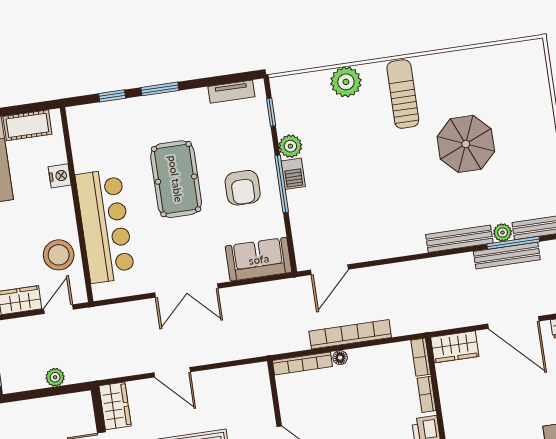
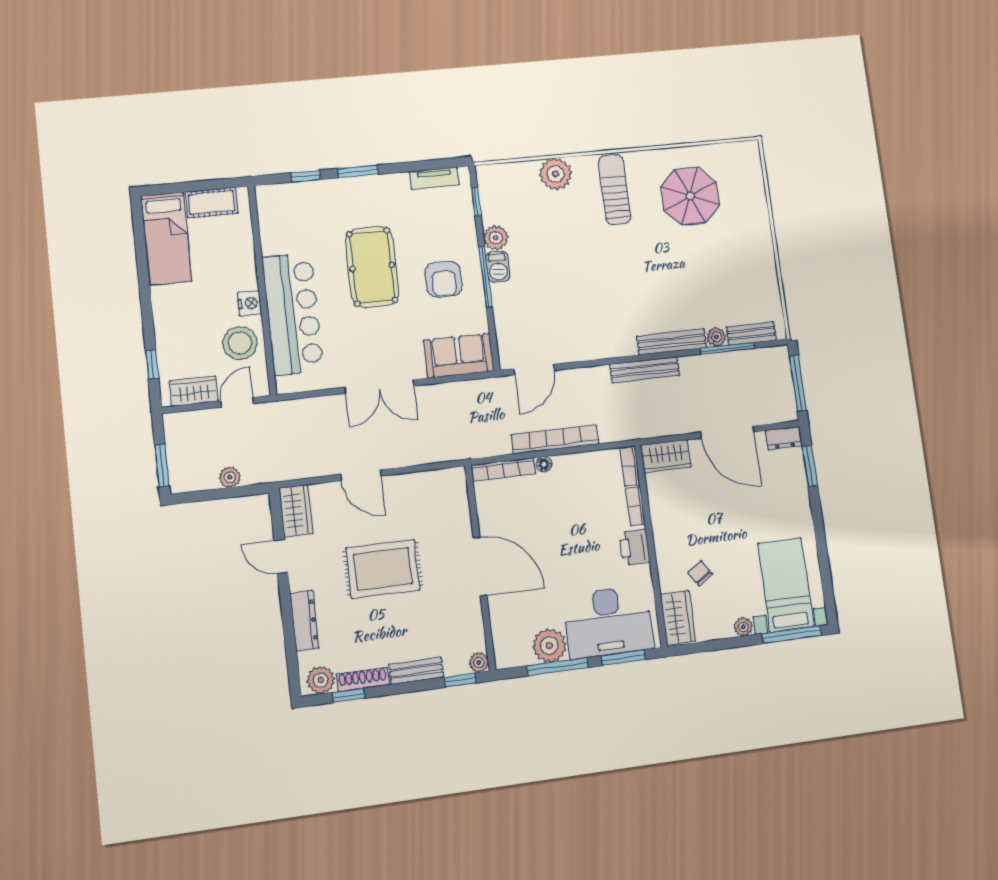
parasol: (466, 144) -> (690, 196), moved
nightstand: (60, 176) -> (250, 303), moved
bench: (507, 256) -> (645, 370), moved

